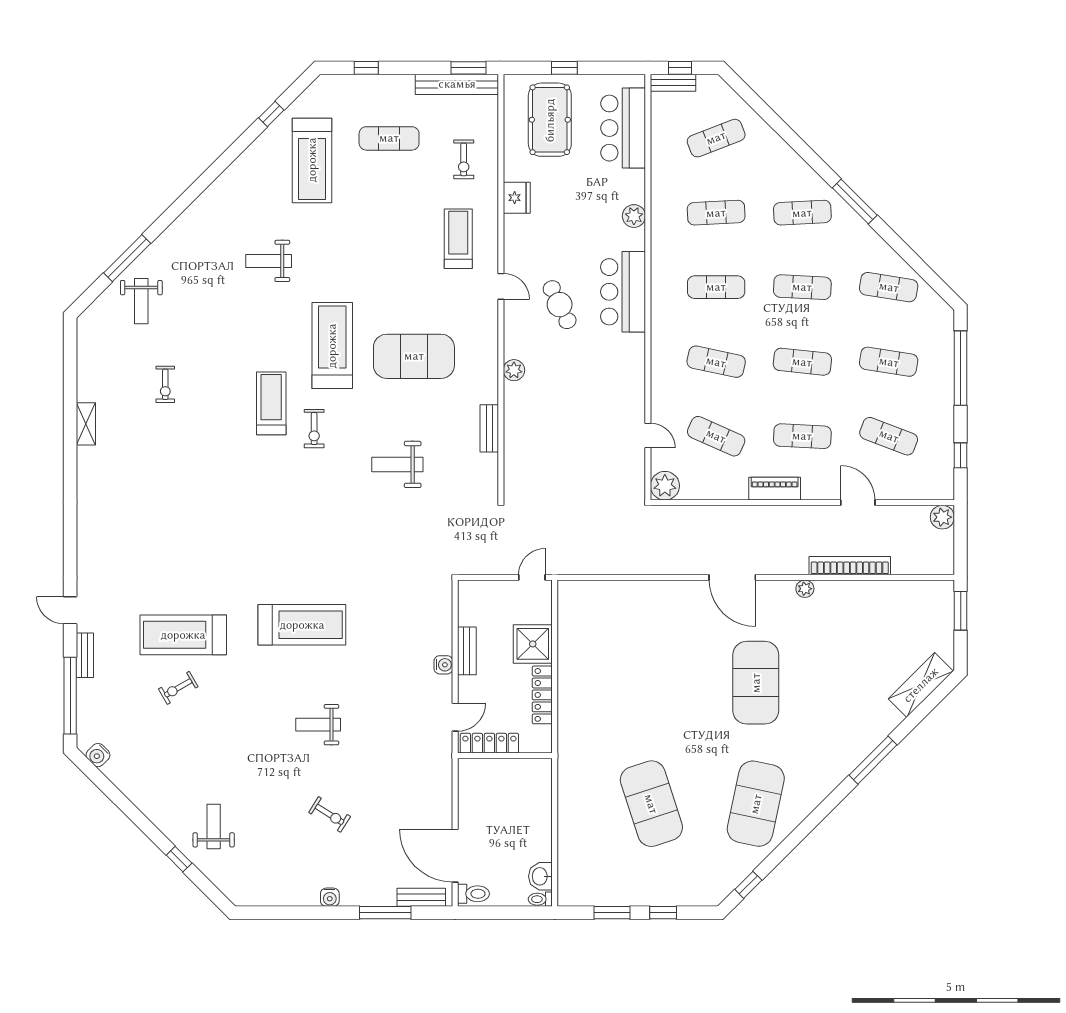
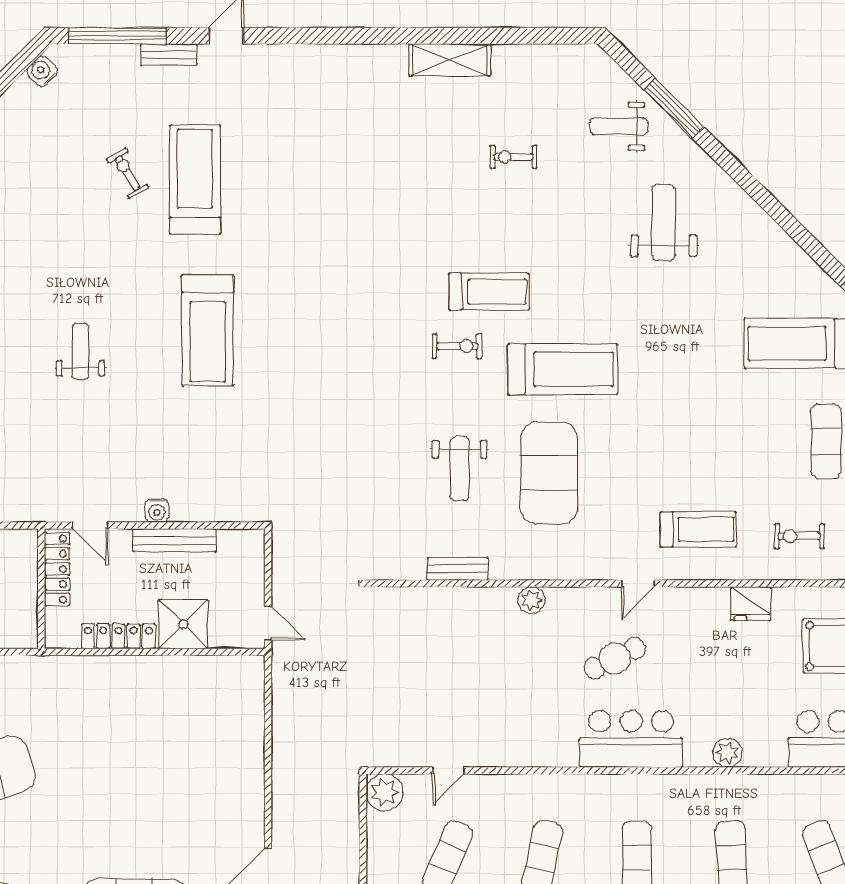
weight bench: (269, 261) -> (664, 223), moved, width x1.36, depth x1.33
shelving: (86, 424) -> (450, 60), width x1.50, depth x1.33
exercise bike: (314, 429) -> (457, 346), turned 180
weight bench: (397, 464) -> (460, 469), moved, turned 180
bench: (467, 651) -> (174, 540), width x1.36

